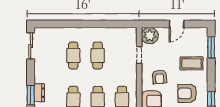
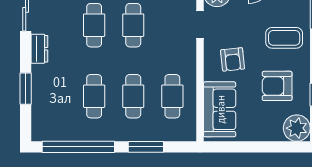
dresser: (39, 93) -> (39, 49), moved

